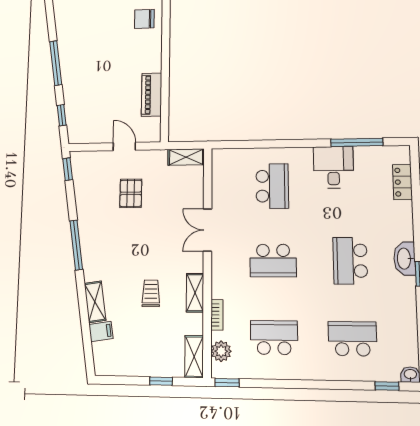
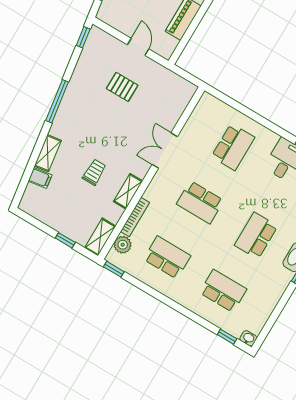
shelving: (186, 157) -> (181, 85), removed
pallet: (131, 193) -> (122, 87), turned 90
bookcase: (217, 315) -> (135, 217), width x1.56

